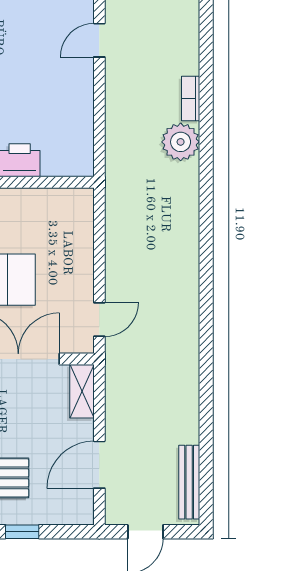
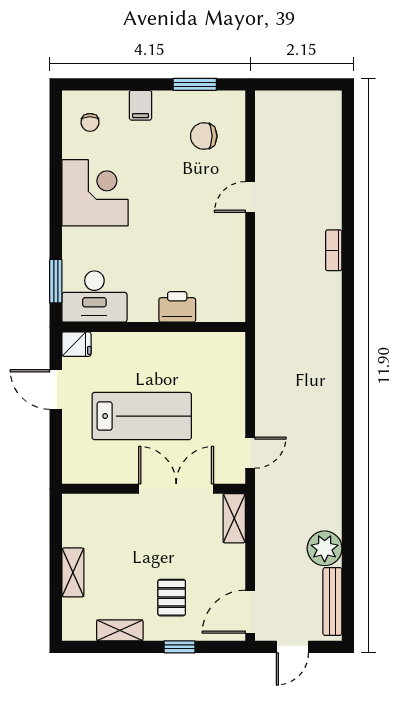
plant: (181, 142) -> (325, 548), moved
door: (99, 465) -> (250, 612), moved

